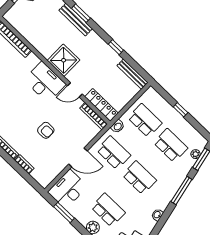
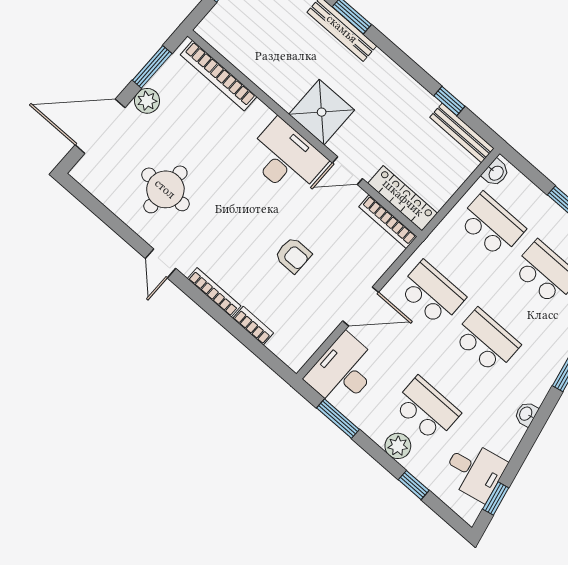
window: (116, 47) -> (449, 101), moved
washbasin: (118, 126) -> (496, 173), moved

